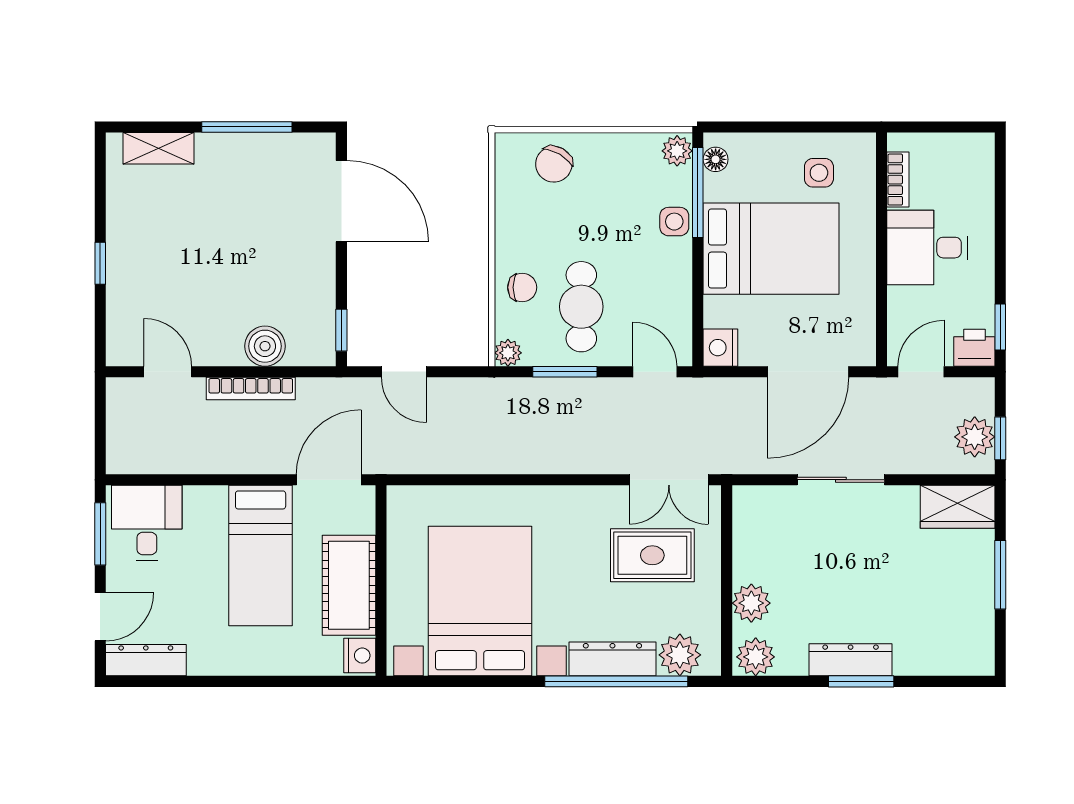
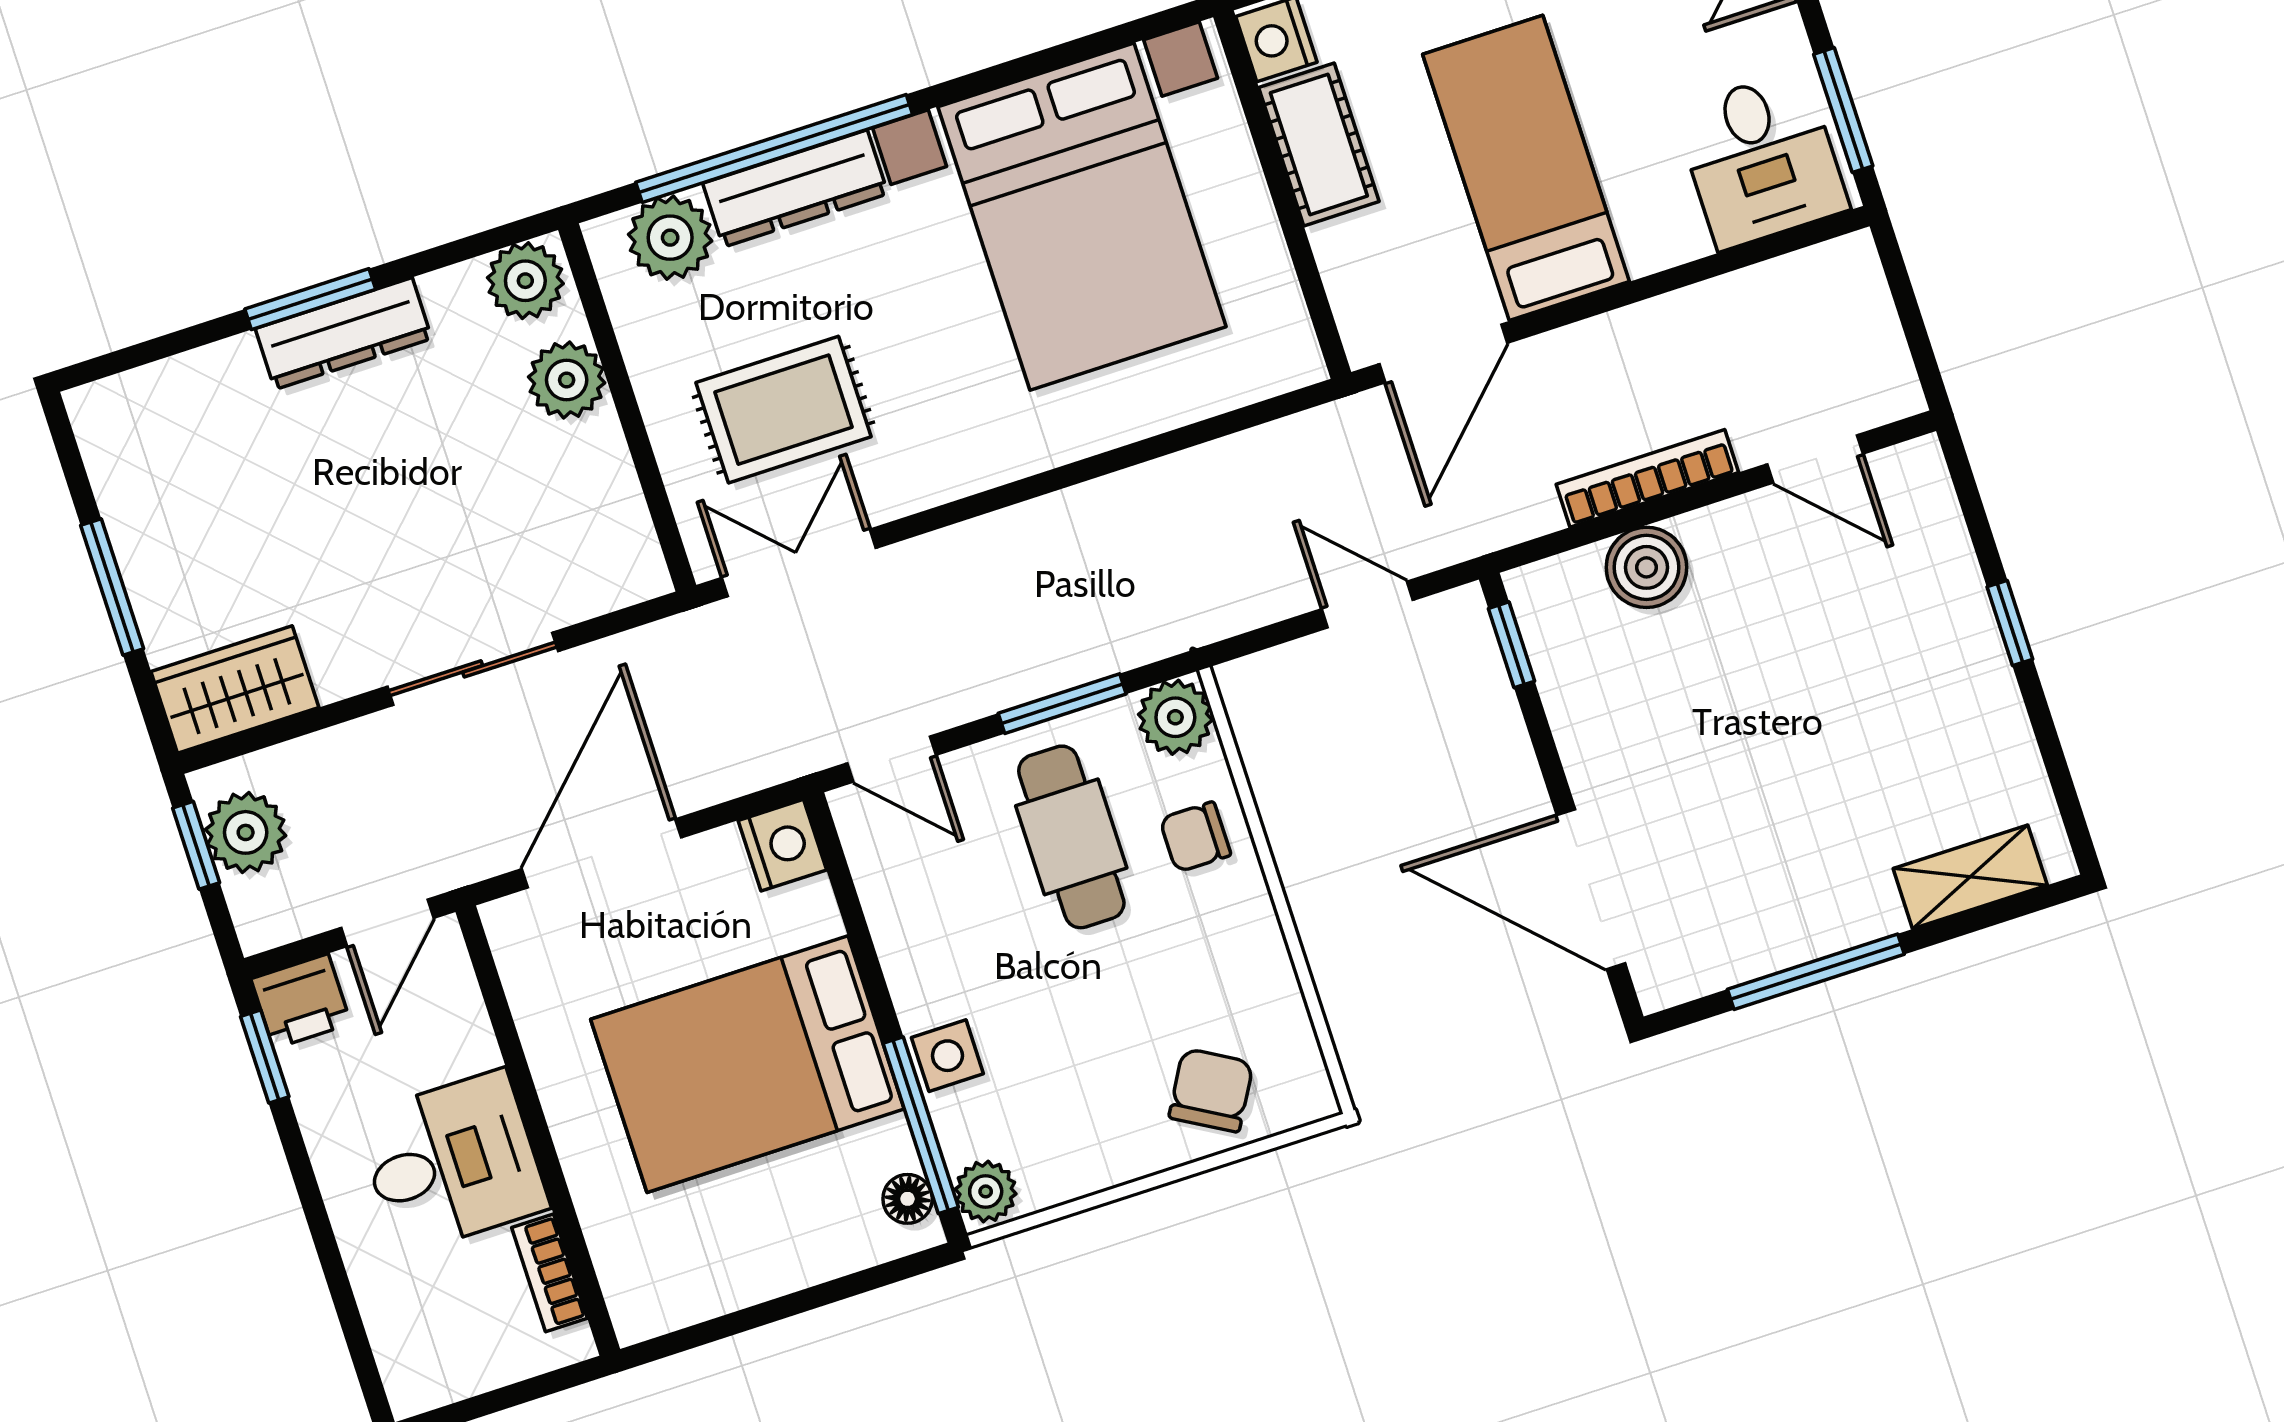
side table: (819, 173) -> (703, 1237), removed
plant: (508, 353) -> (1175, 717), width x1.38, depth x1.38
cot: (349, 585) -> (1319, 144), width x0.73, depth x0.75

